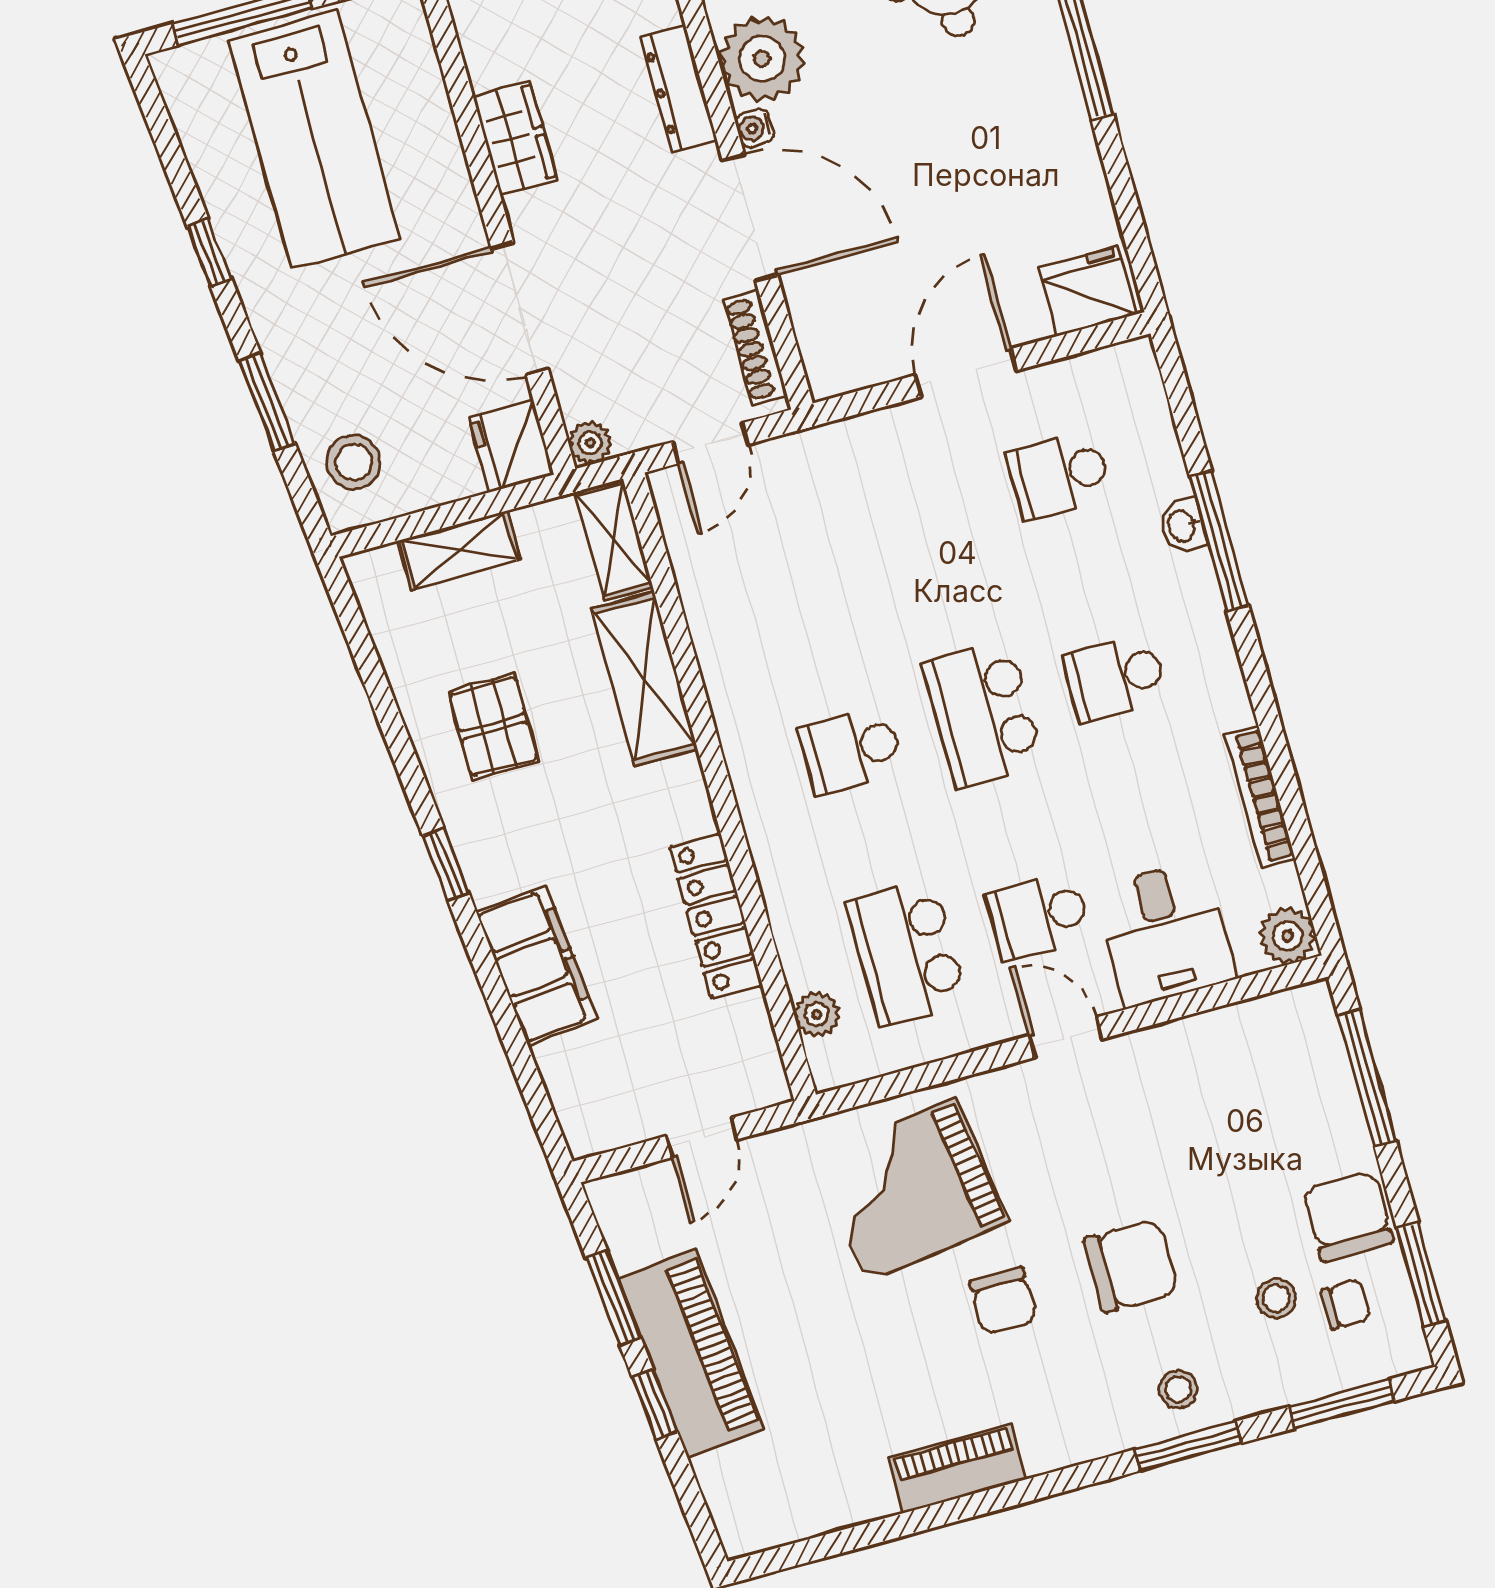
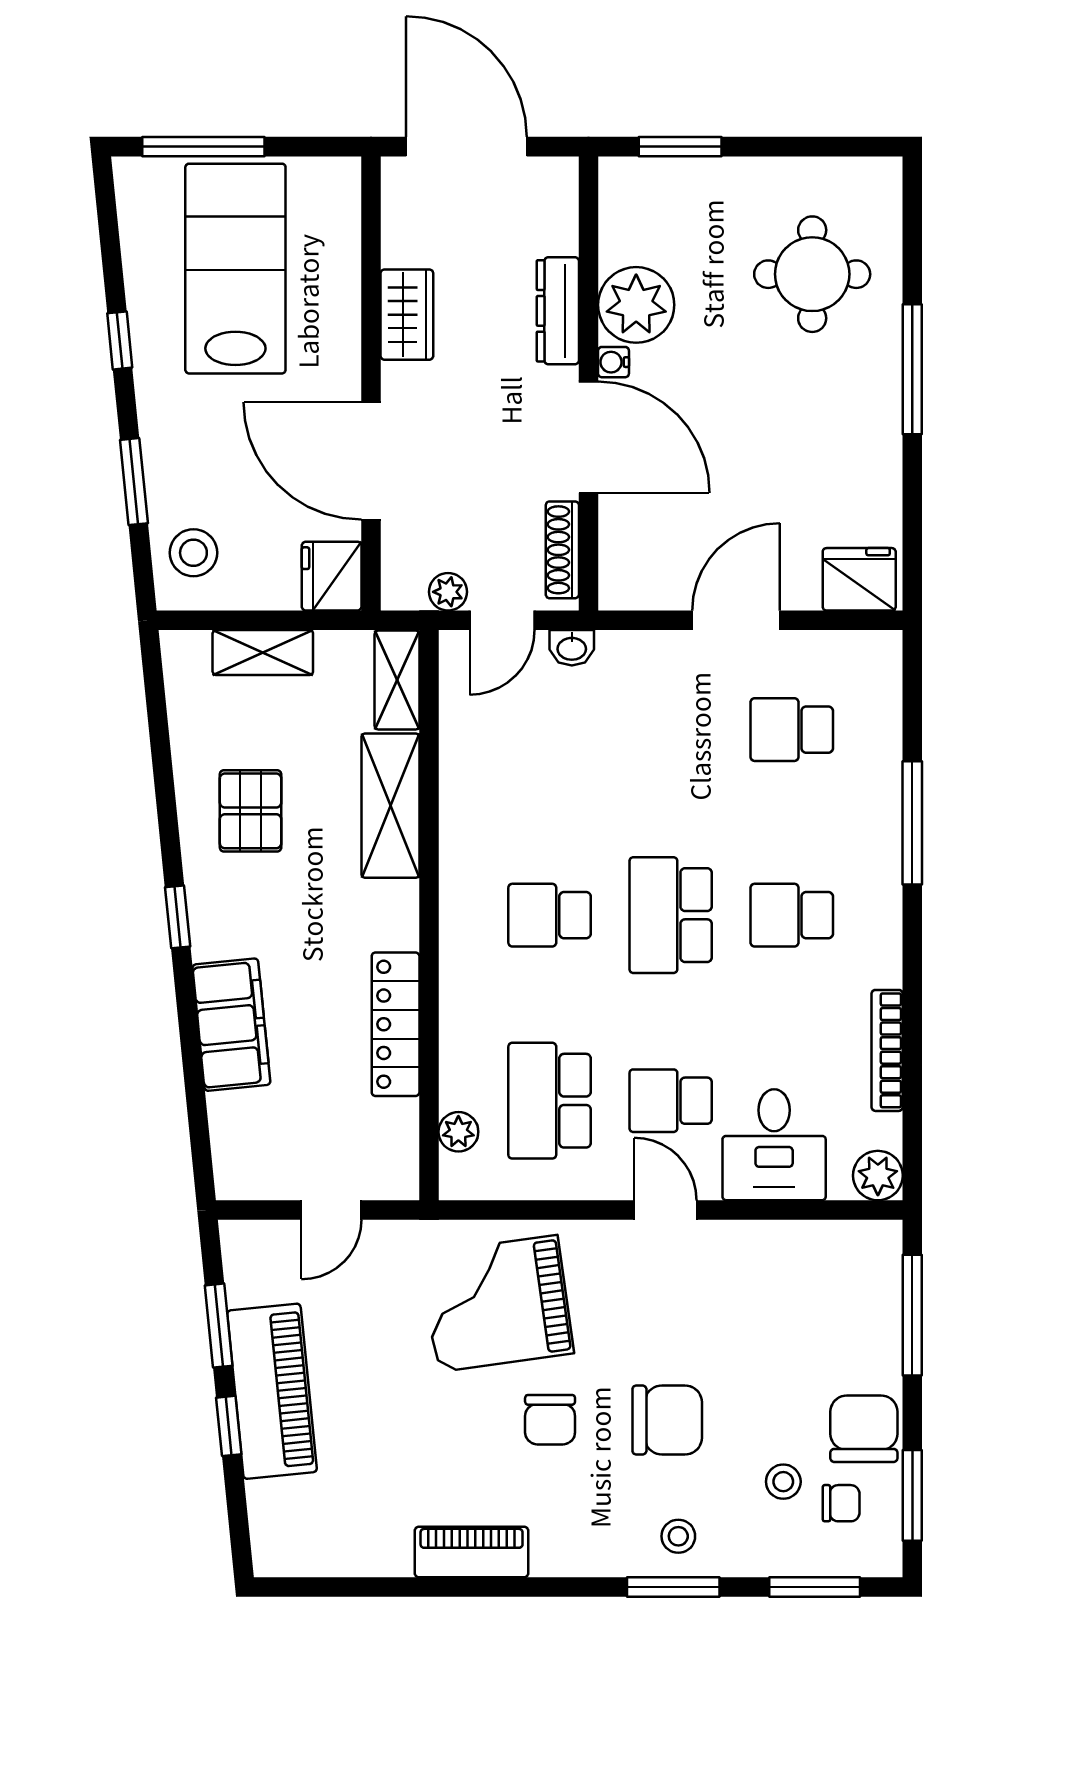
lab bench: (314, 139) -> (235, 269), turned 180
plant: (590, 443) -> (448, 592), moved
washbasin: (1183, 525) -> (572, 648), moved, turned -90

